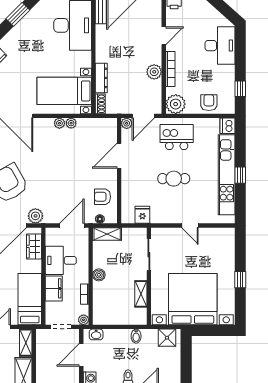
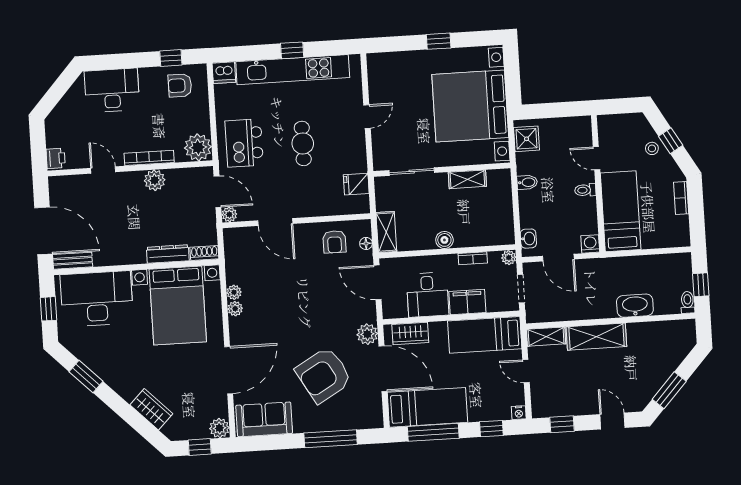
bed with nightstands: (64, 91) -> (178, 305), width x1.36
armchair: (209, 103) -> (180, 85), moved

